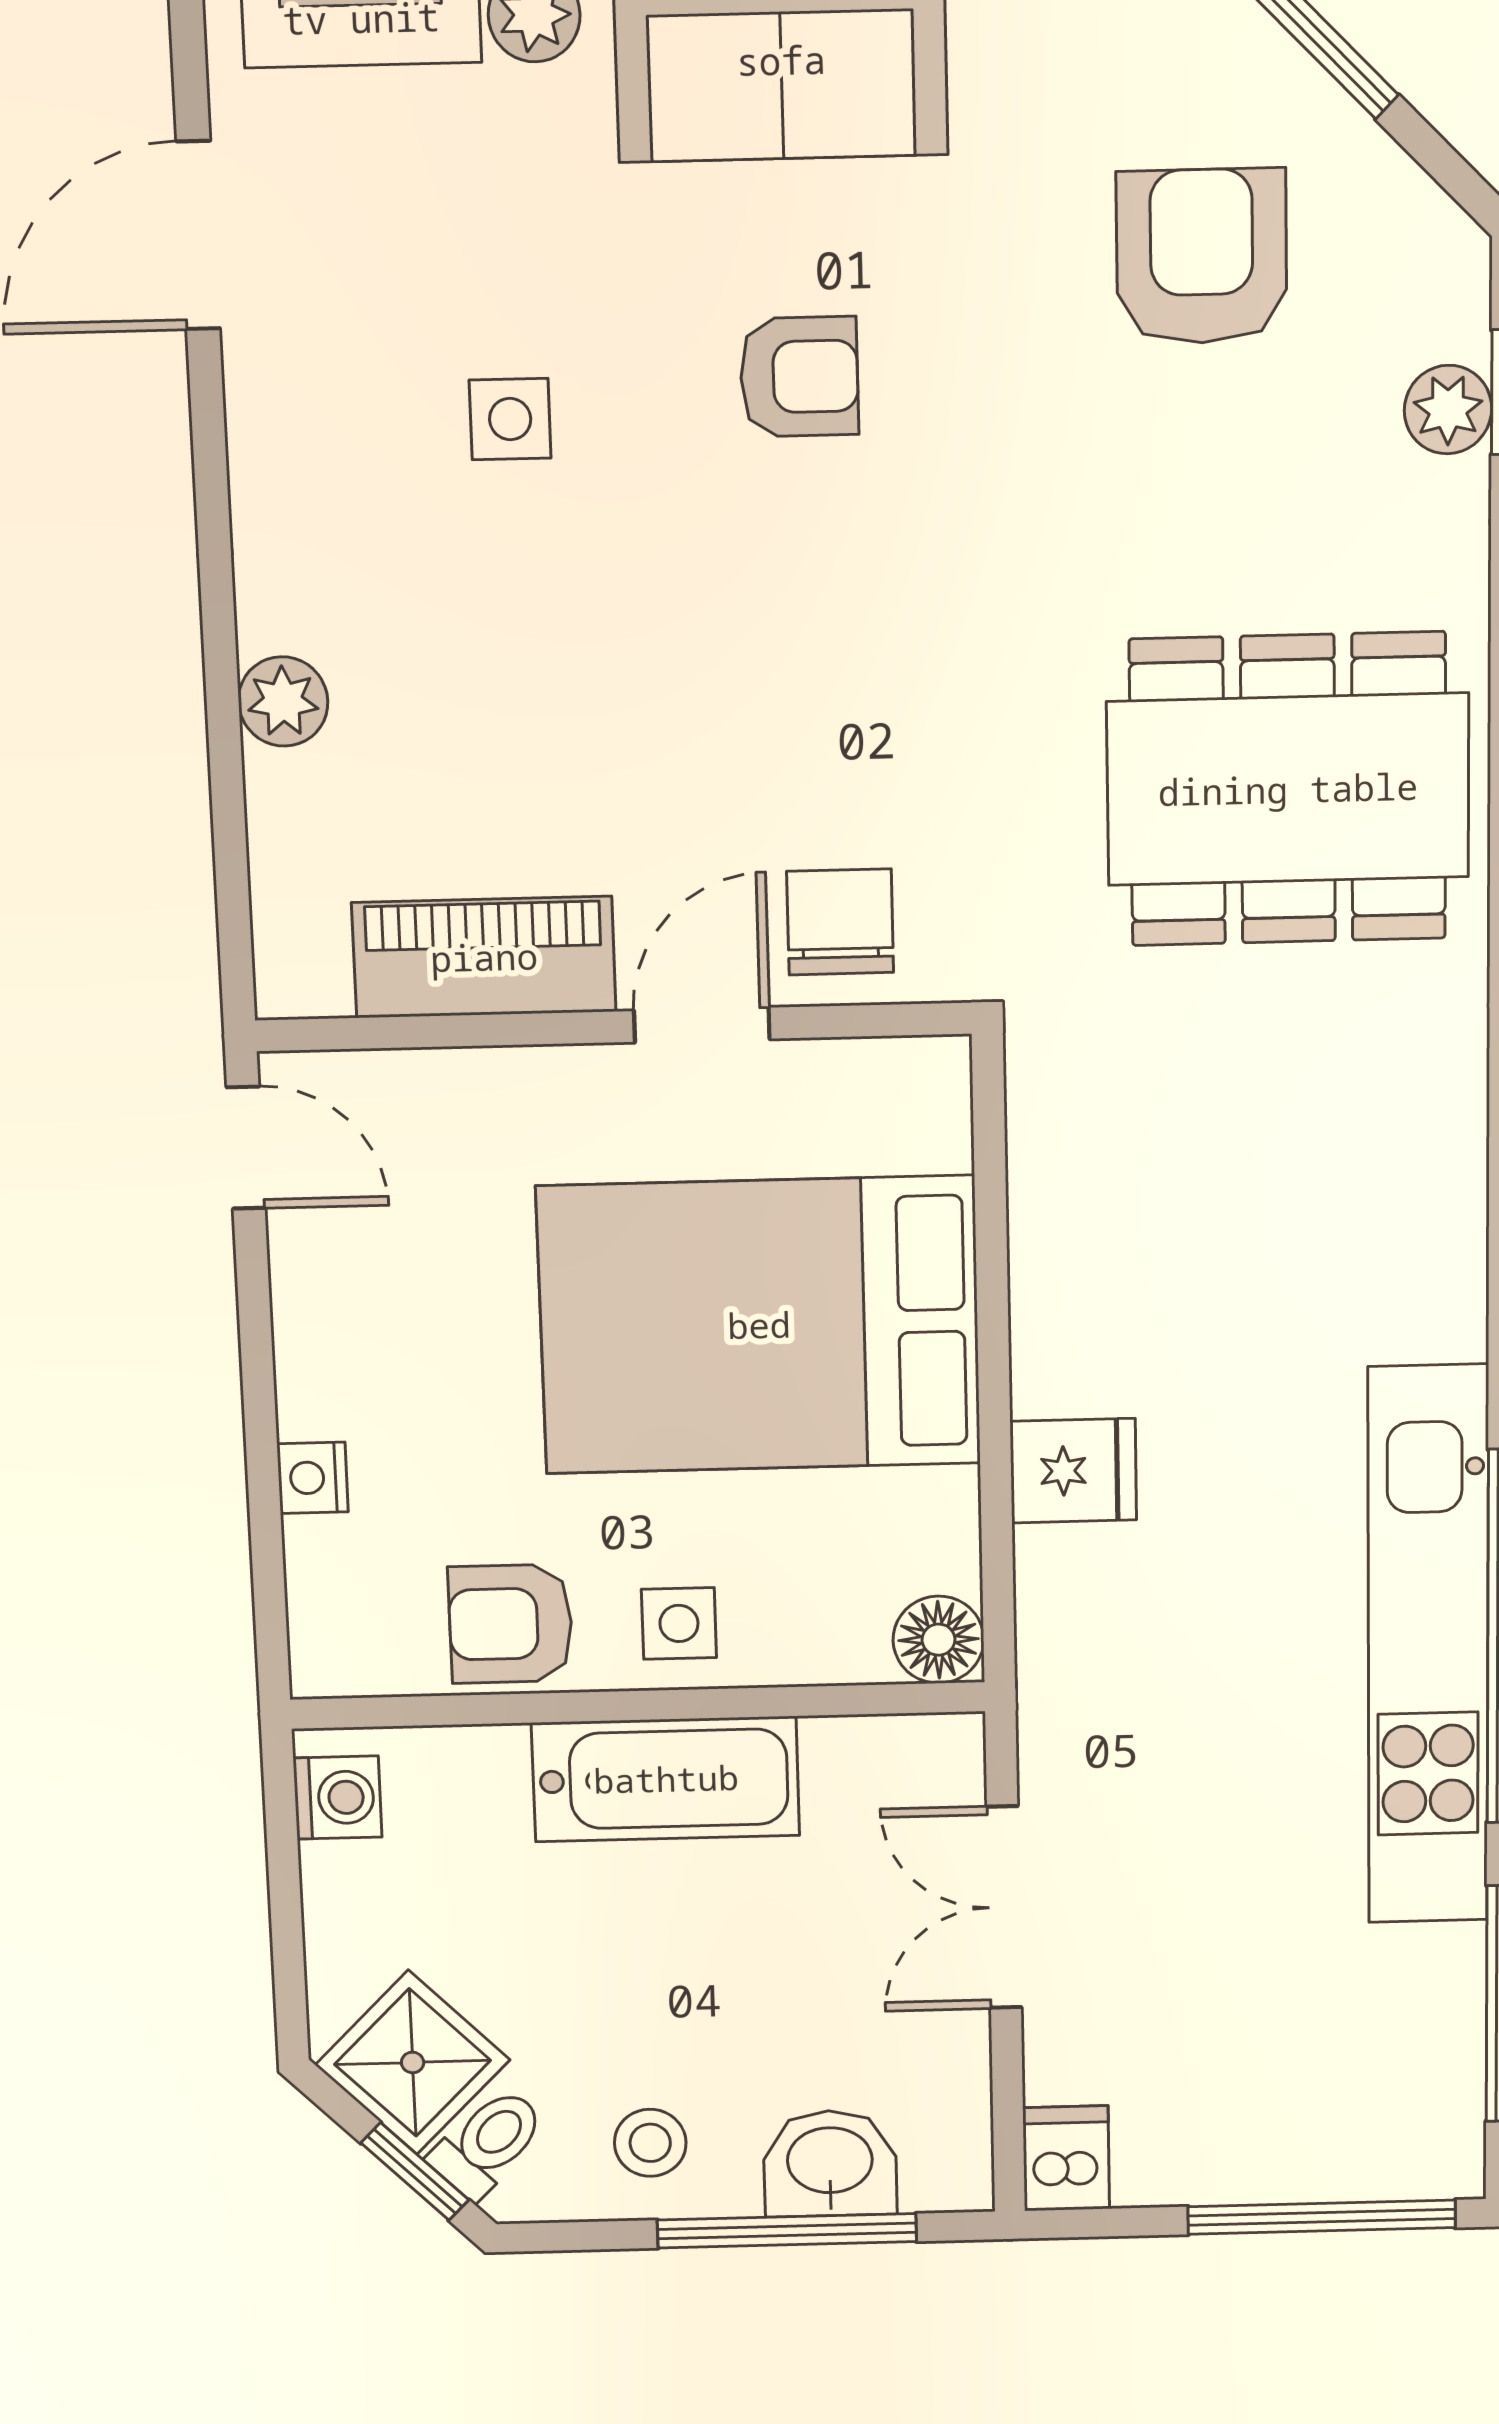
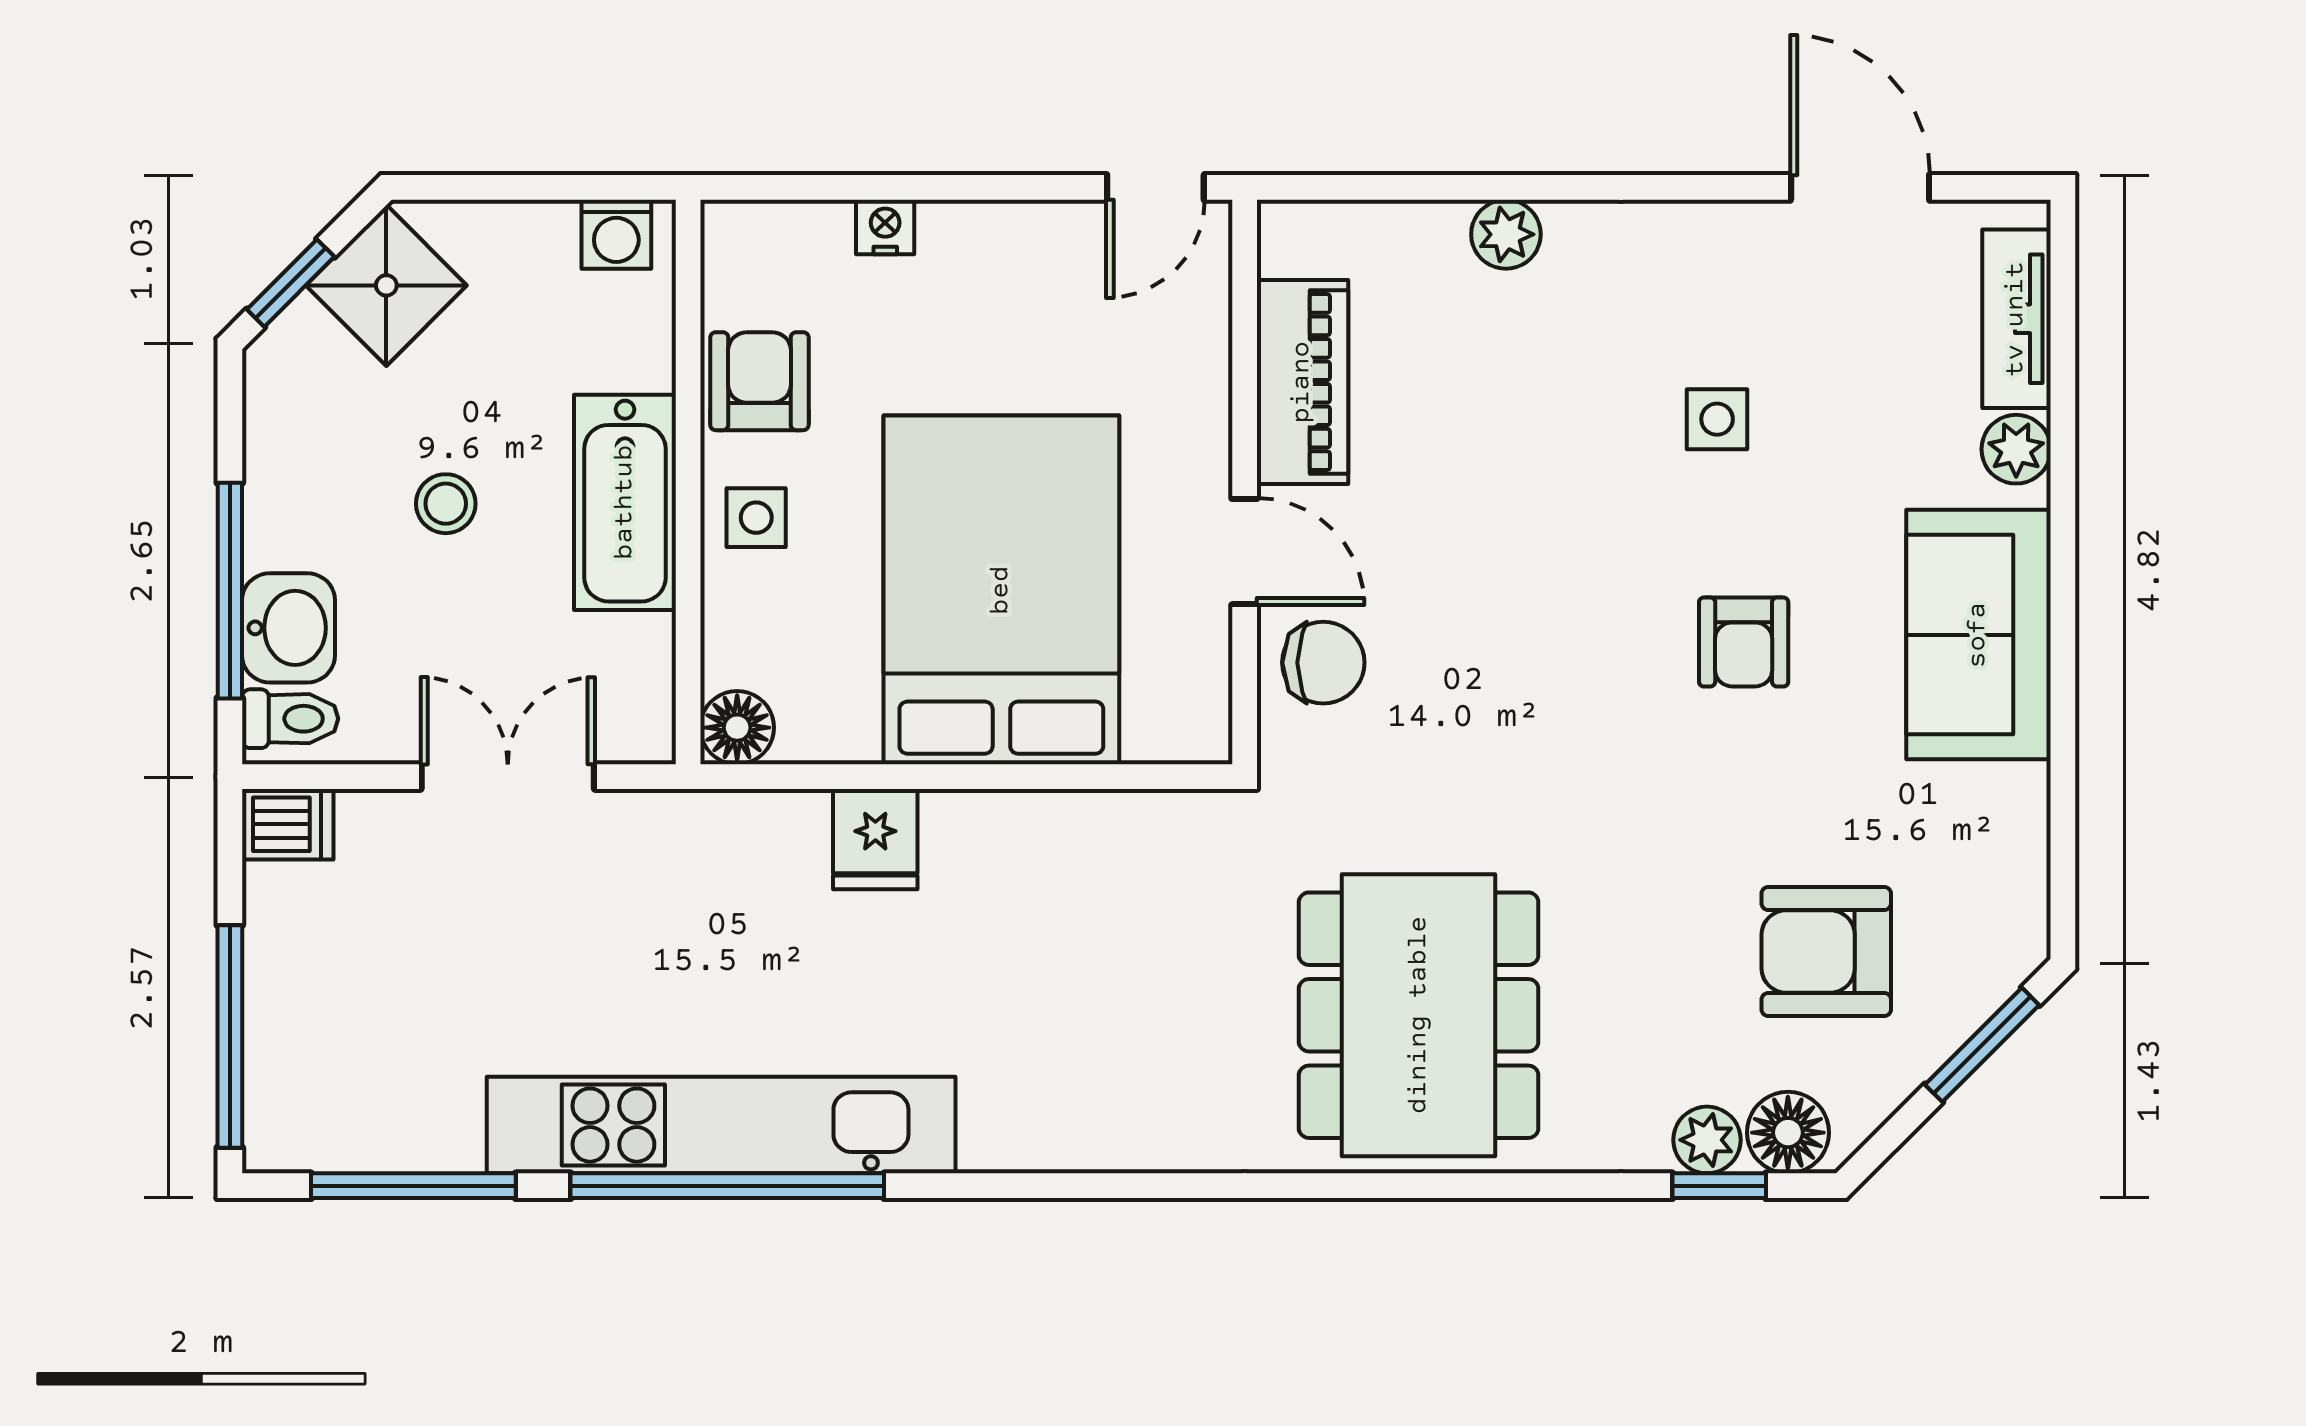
armchair: (1202, 256) -> (1826, 951), turned 180
floor lamp: (1438, 302) -> (1788, 1133), added
toilet: (488, 2143) -> (290, 719), moved, turned -45
stool: (650, 2143) -> (446, 504), moved

